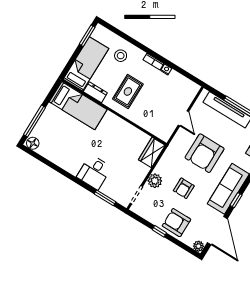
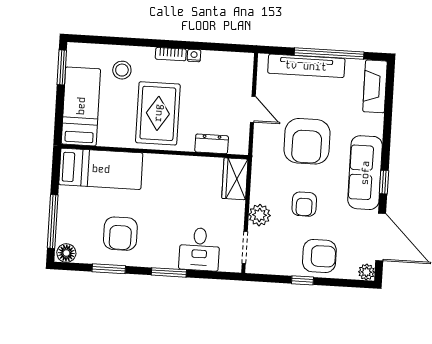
rug: (128, 91) -> (158, 113), width x1.36, depth x1.43
dresser: (95, 92) -> (212, 144), moved
armchair: (70, 149) -> (120, 234), added
window: (52, 165) -> (109, 269), added
desk: (94, 172) -> (199, 249), moved
window: (105, 198) -> (169, 272), moved
armchair: (176, 223) -> (319, 256), turned 180

